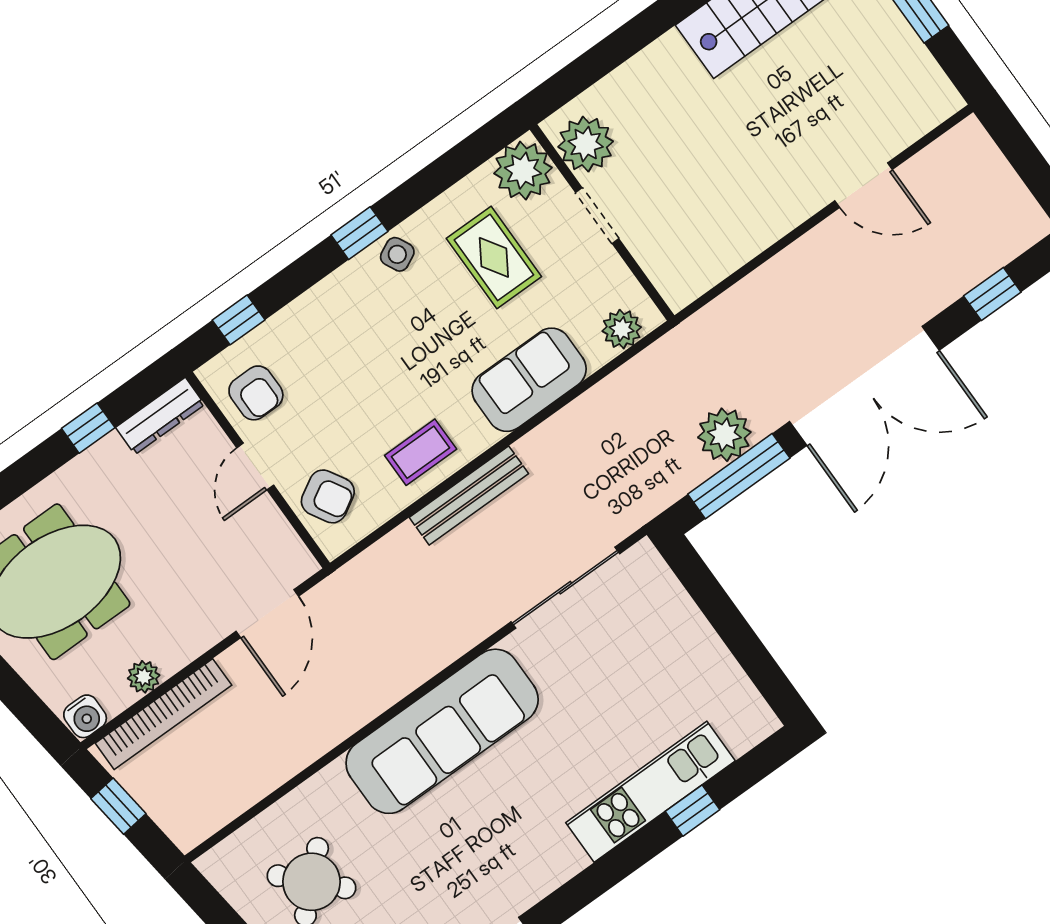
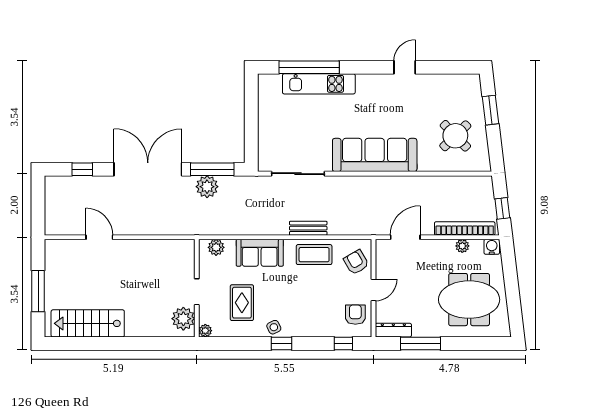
plant: (523, 171) -> (205, 331), width x0.53, depth x0.53
window: (88, 428) -> (421, 344), width x2.17
coffee table: (421, 452) -> (314, 255), width x1.36, depth x1.30
bench: (469, 496) -> (308, 228), width x0.73
window: (692, 811) -> (309, 67), width x3.17

